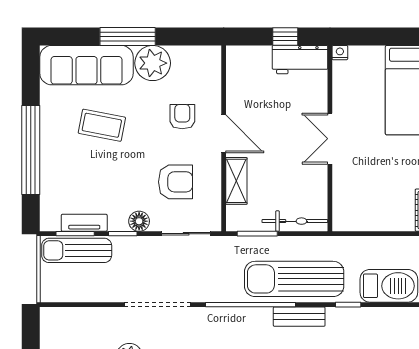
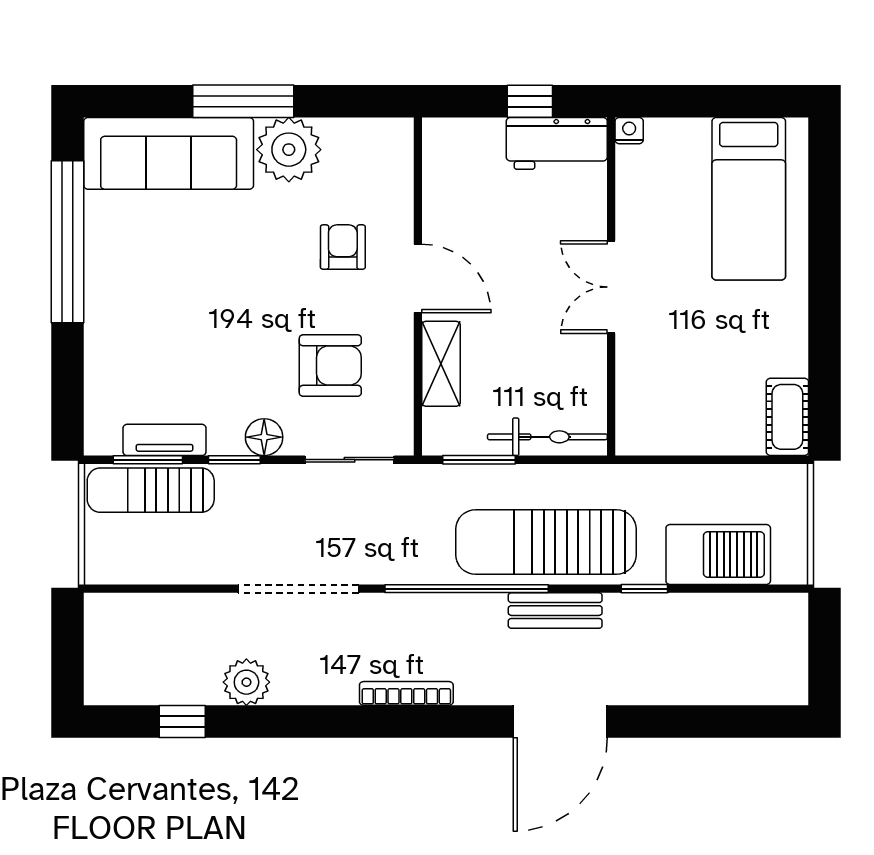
coffee table: (102, 125) -> (196, 263), removed
window: (31, 150) -> (67, 242), moved

